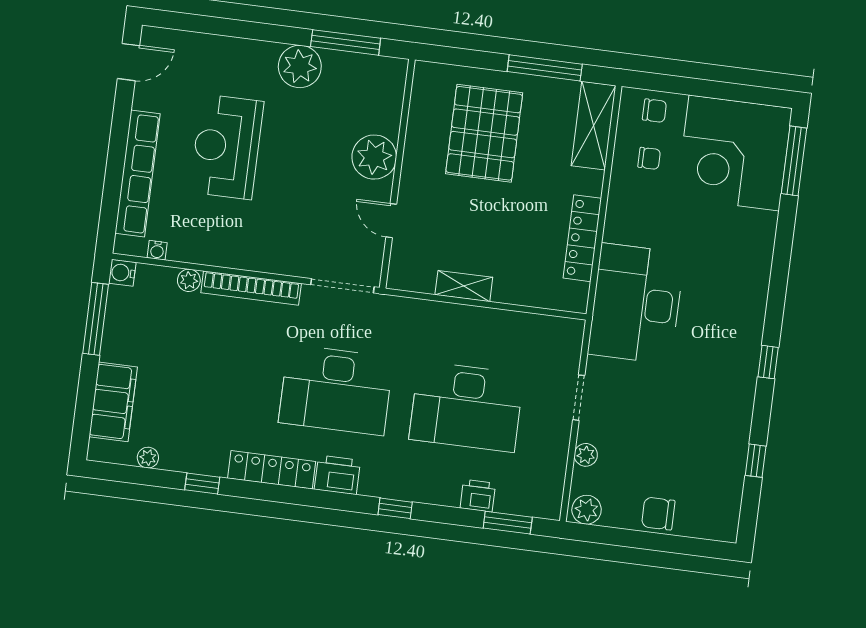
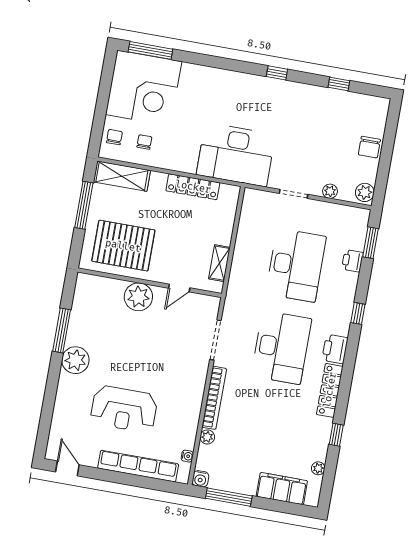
plant: (374, 157) -> (138, 297), moved
wall: (397, 174) -> (150, 283), moved
door: (391, 221) -> (179, 288), moved

